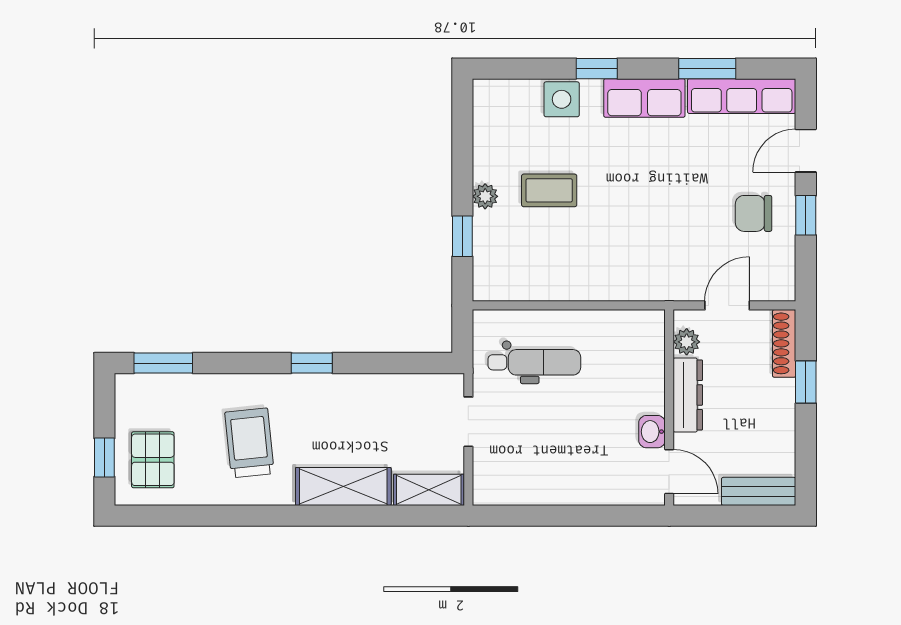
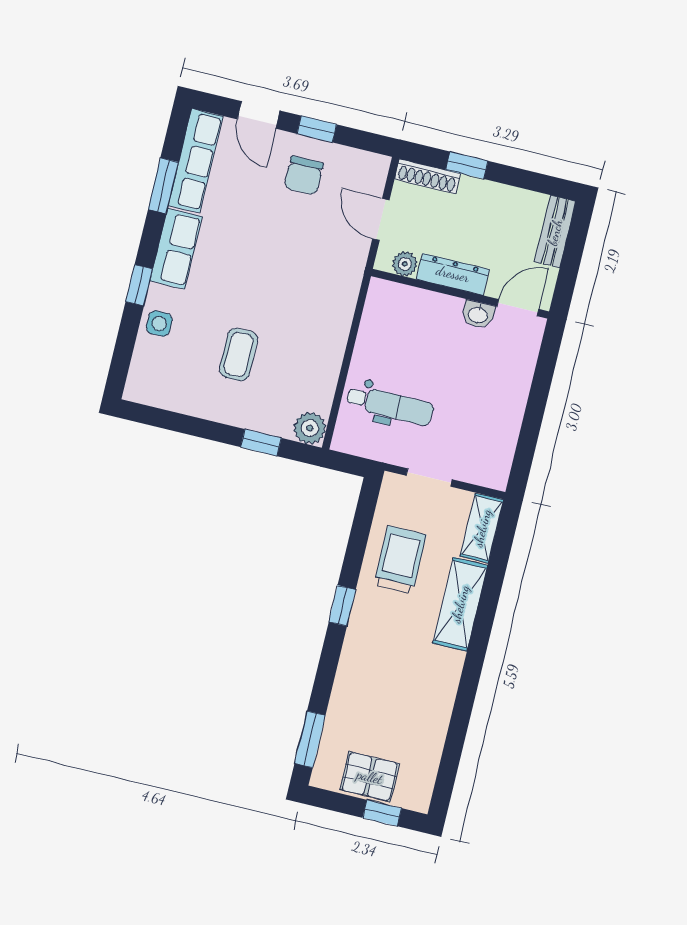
side table: (562, 99) -> (159, 323), width x0.73, depth x0.73
plant: (485, 196) -> (310, 428), moved, width x1.38, depth x1.38
dental chair: (534, 362) -> (390, 405), turned 90
trolley: (249, 443) -> (400, 560), moved, turned 96
pallet: (153, 460) -> (370, 777), moved

